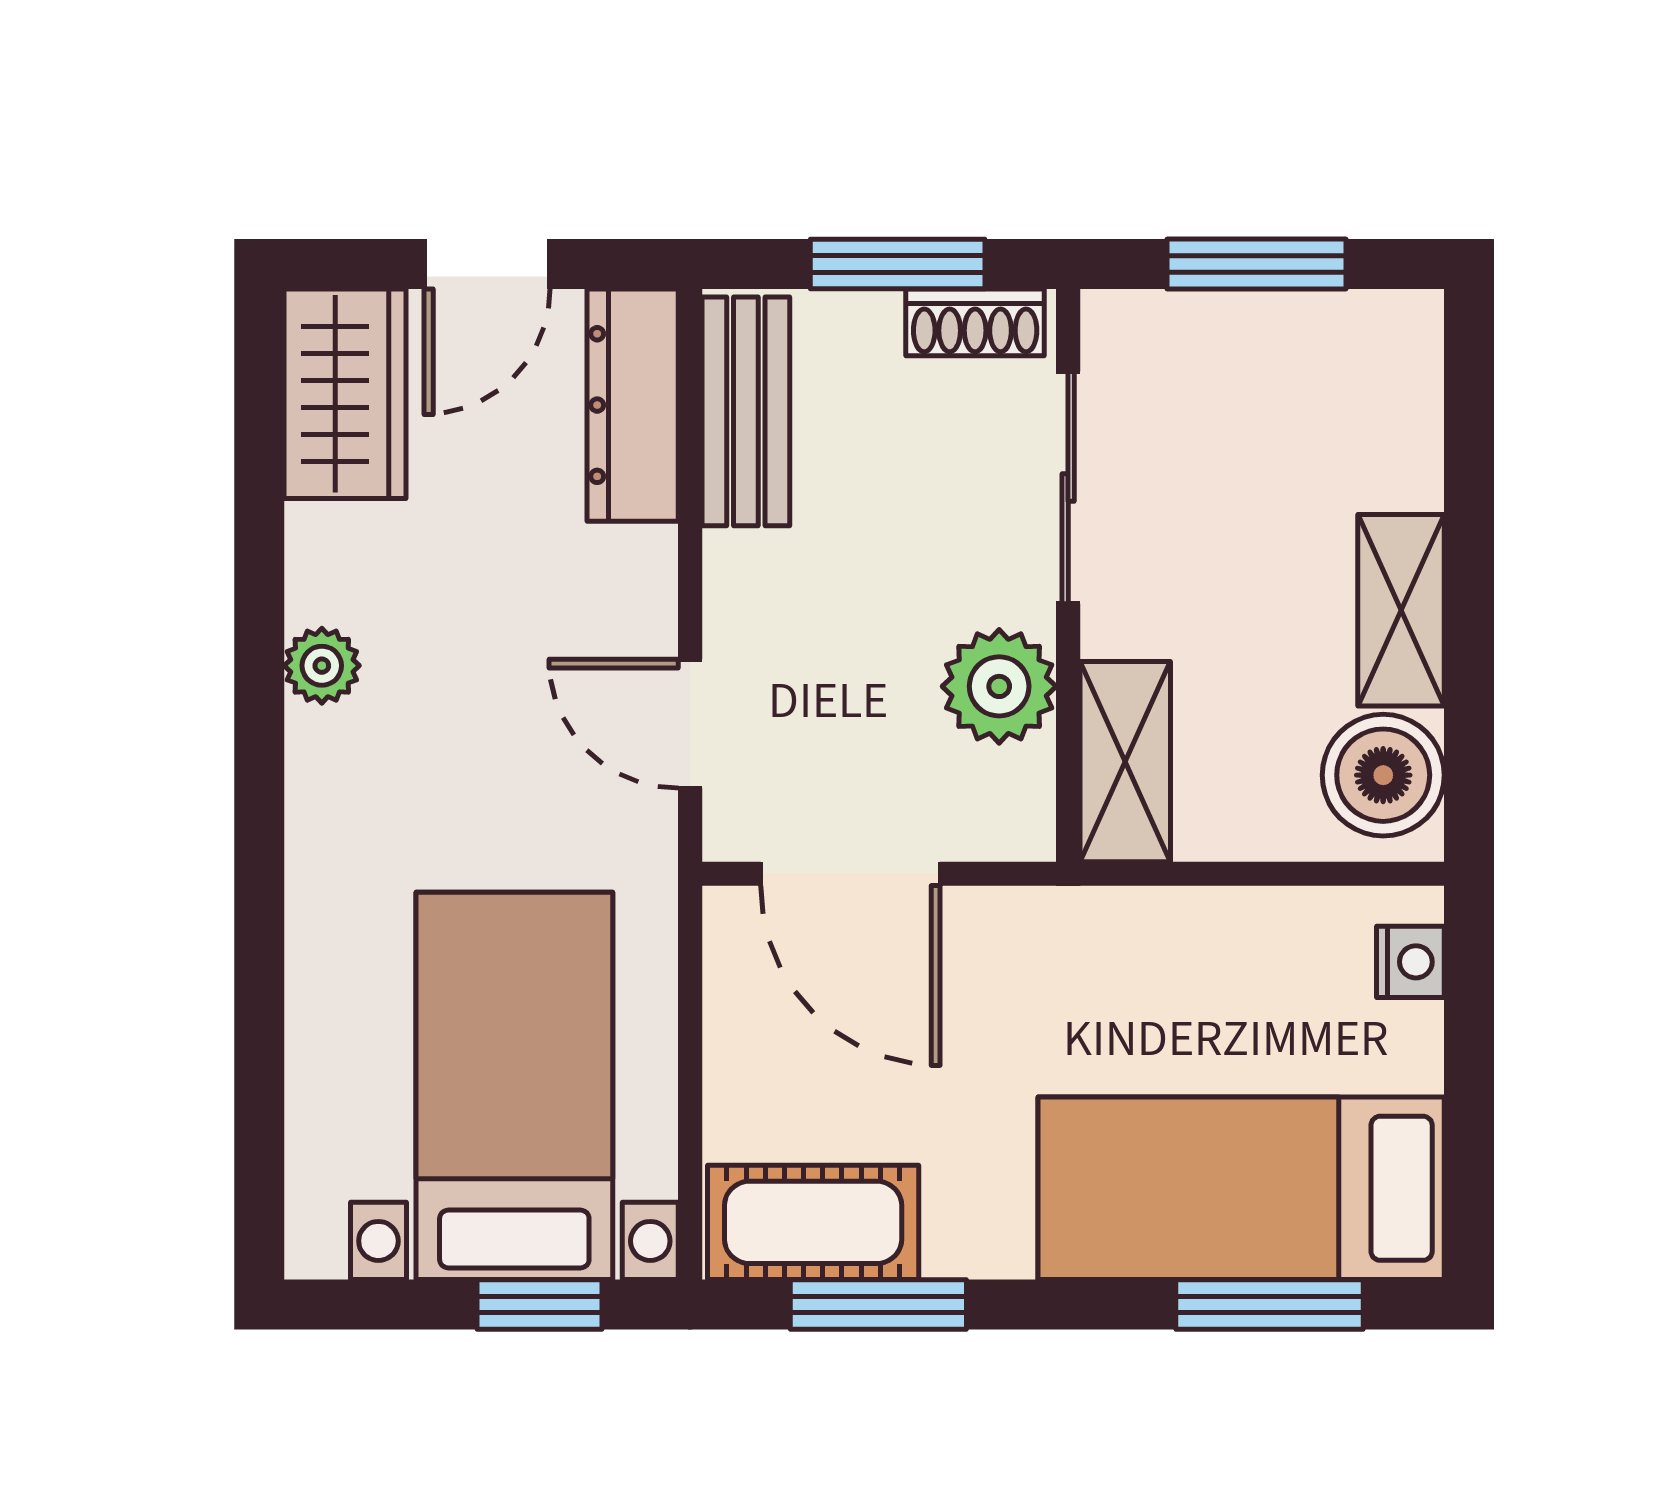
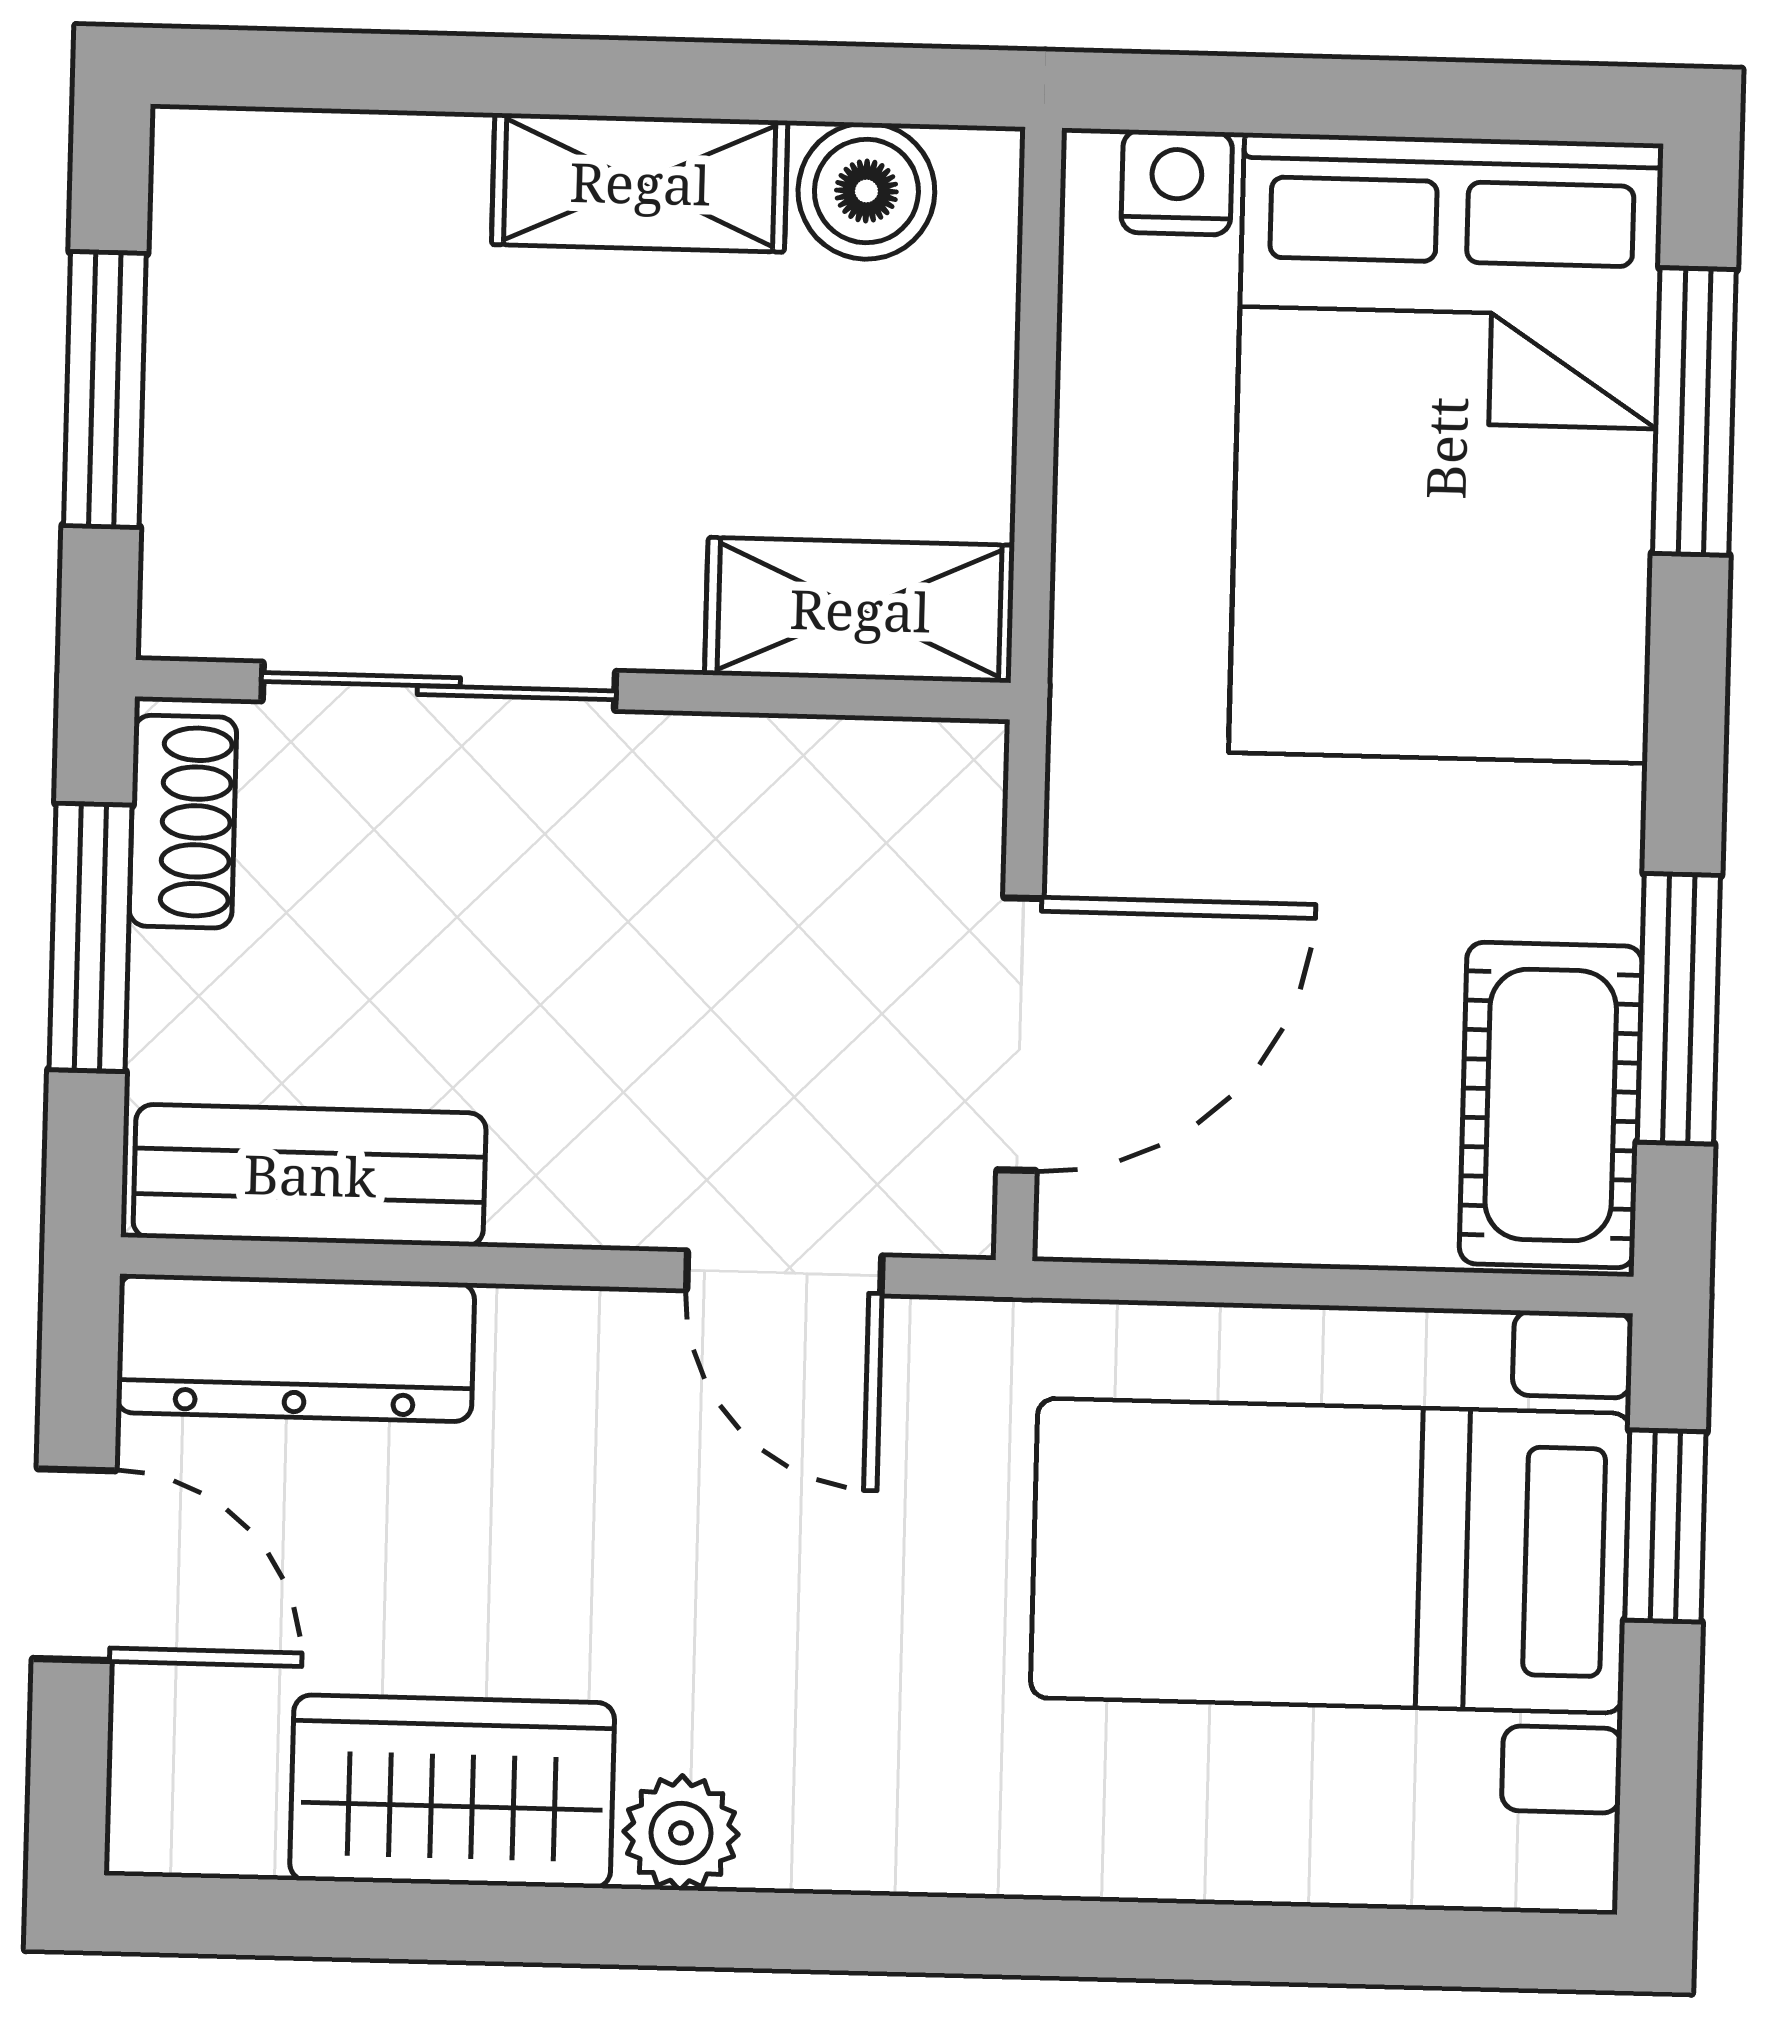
wardrobe: (345, 394) -> (452, 1792), moved
plant: (999, 686) -> (740, 799), removed
door: (690, 724) -> (784, 1273), hinge flipped
boiler: (1383, 775) -> (866, 191), width x0.73, depth x0.73
bed: (1241, 1188) -> (1446, 448), width x1.50

